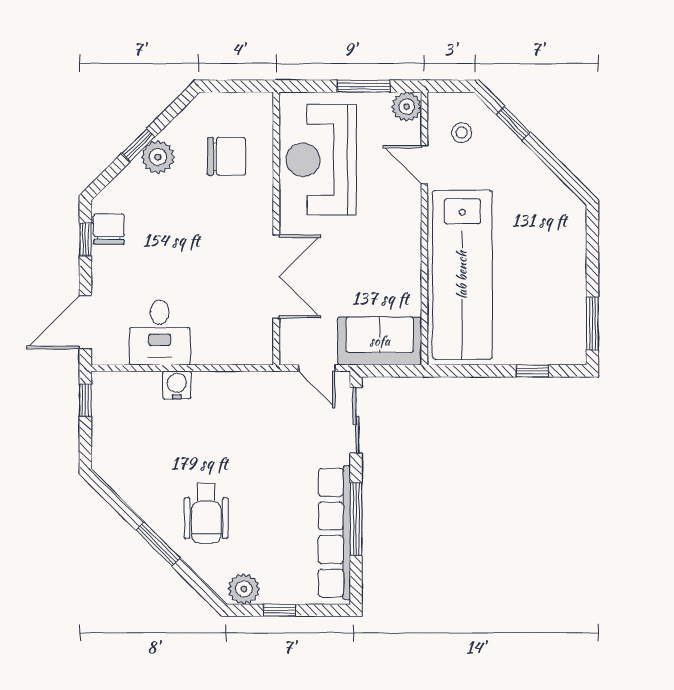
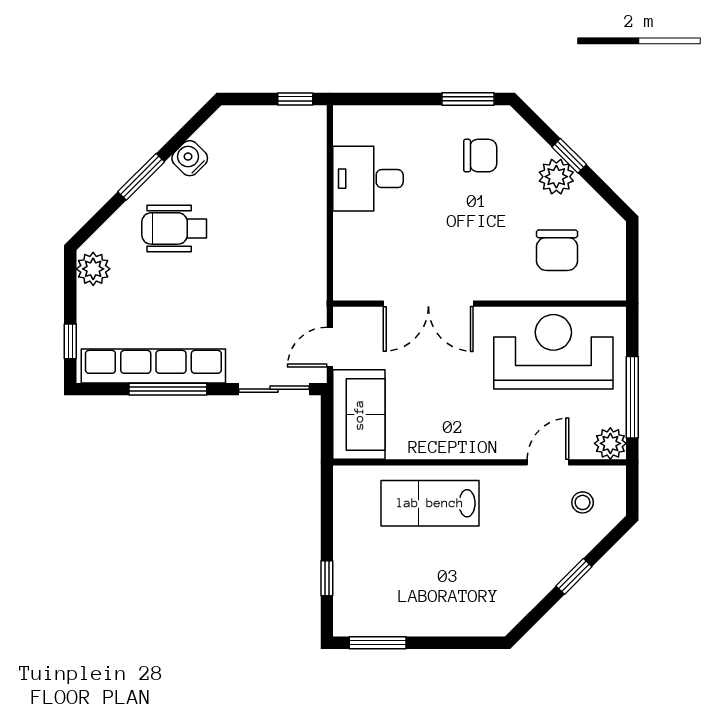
window: (364, 86) -> (632, 397), width x1.44
window: (513, 123) -> (574, 576), moved
chair: (109, 229) -> (480, 156), moved
window: (85, 239) -> (468, 99), width x1.50
lab bench: (462, 275) -> (430, 503), width x0.54, depth x0.72
door: (85, 322) -> (379, 99), removed
water cooler: (177, 385) -> (190, 158), moved, turned -135
window: (279, 610) -> (70, 341), moved

